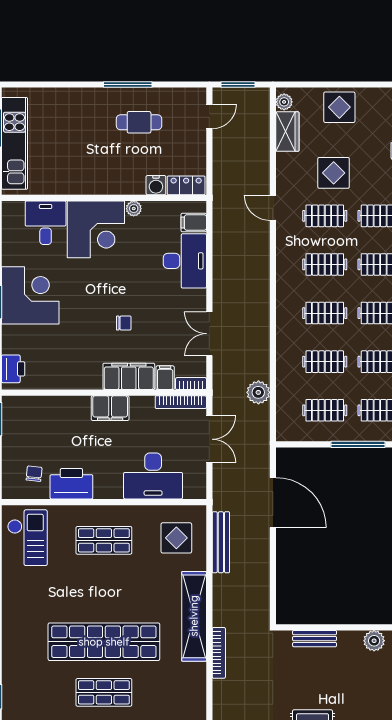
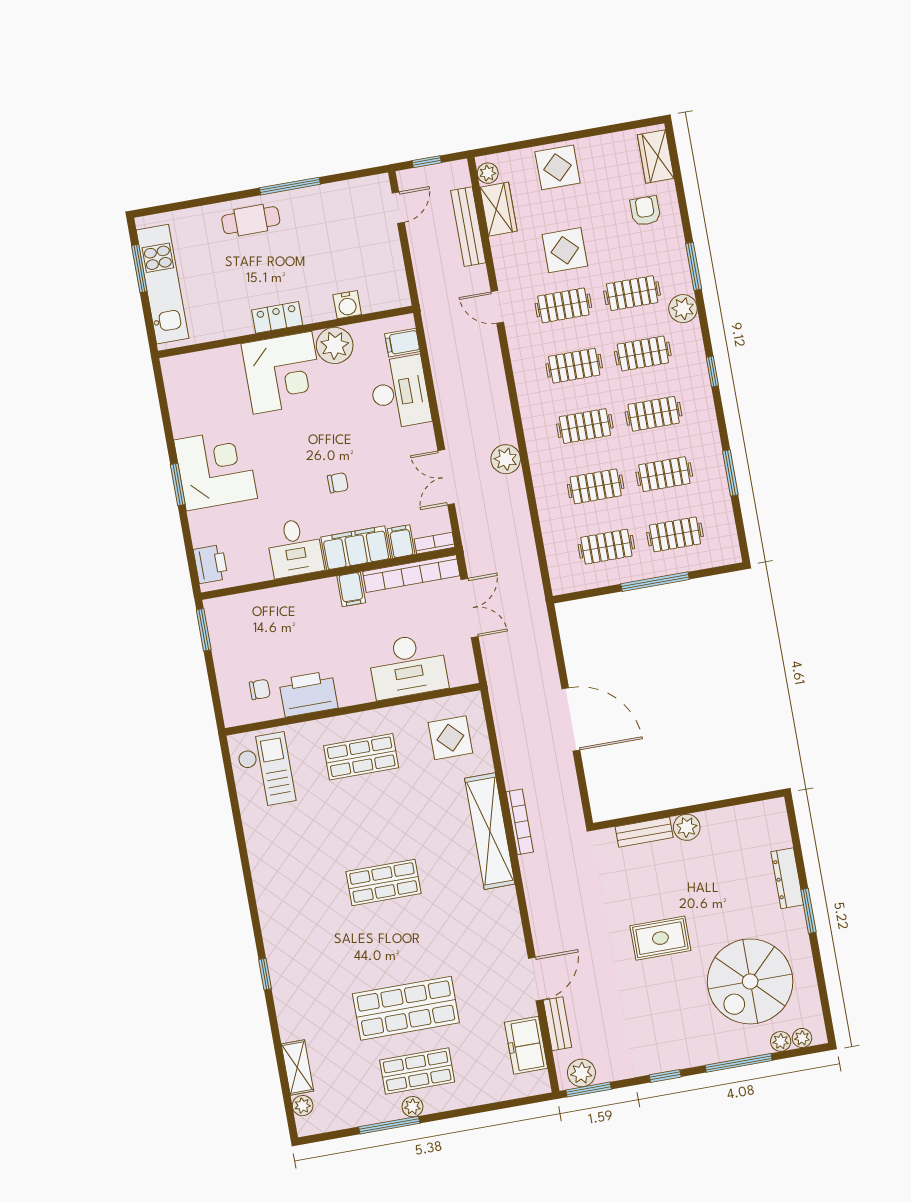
window: (238, 85) -> (427, 162), width x0.67
cafe table: (139, 122) -> (251, 220), moved
locker: (186, 185) -> (277, 317), moved
plant: (134, 209) -> (335, 345), width x1.87, depth x1.87
desk: (46, 223) -> (295, 548), moved, turned 180
plant: (258, 392) -> (506, 459), moved
bookcase: (181, 402) -> (411, 574), width x1.48, depth x1.31
filing cabinet: (110, 408) -> (351, 589), width x0.50
chair: (34, 474) -> (260, 689), turned 84
door: (273, 503) -> (571, 719), moved
bench: (221, 542) -> (468, 227), moved
plant: (374, 641) -> (687, 827), moved
shop shelf: (104, 642) -> (384, 883), width x0.50, depth x0.74
bookcase: (219, 653) -> (520, 822), moved
shop shelf: (104, 692) -> (395, 945), removed

